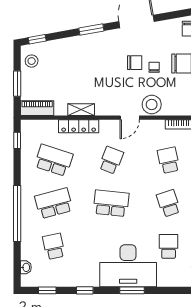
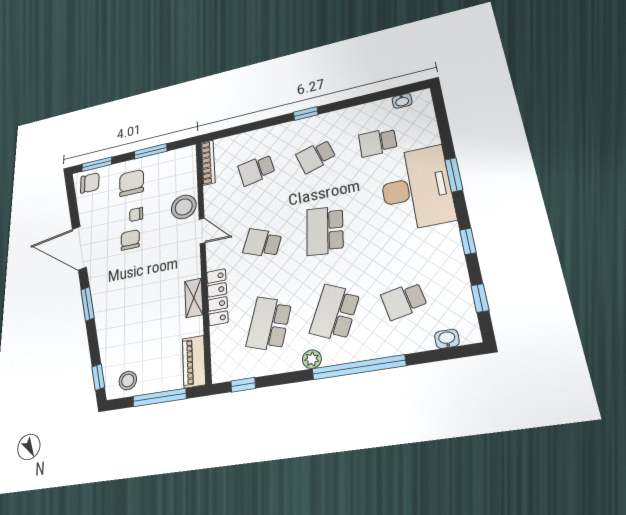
window: (17, 84) -> (159, 397), width x1.44
plant: (26, 186) -> (312, 359), added
school desk: (54, 203) -> (335, 313), turned 39

